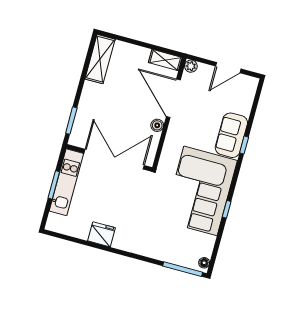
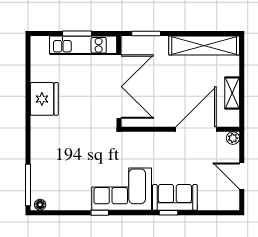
shelving: (100, 59) -> (204, 45), width x1.47
shelving: (165, 60) -> (232, 93), moved
boiler: (157, 125) -> (165, 121), removed
corner sofa: (200, 191) -> (122, 189), width x0.73, depth x0.74
fridge: (102, 234) -> (44, 99), width x1.36, depth x1.34

